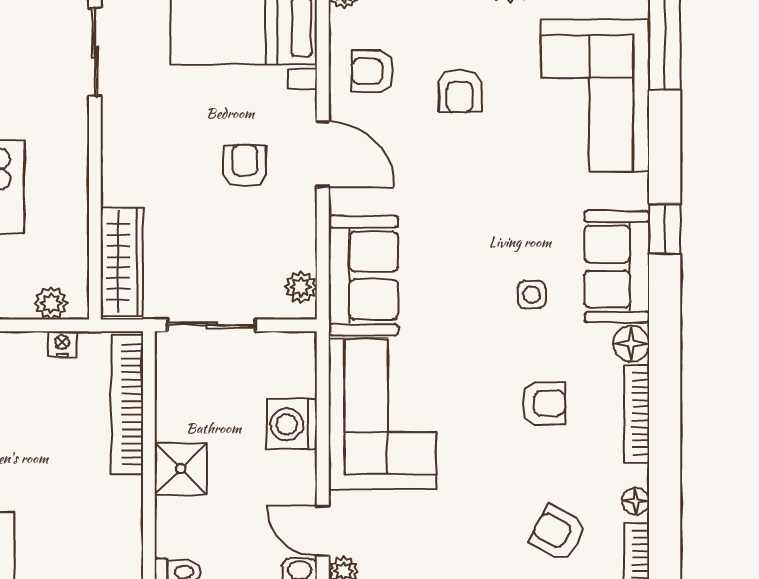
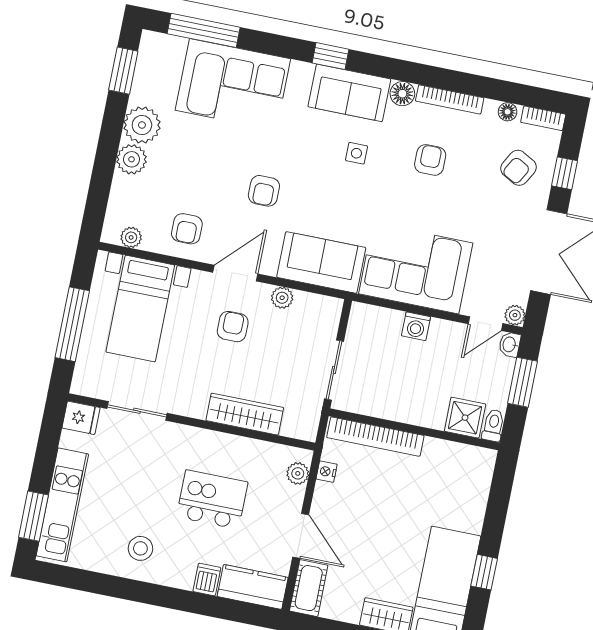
armchair: (460, 91) -> (264, 191), moved, turned 90
armchair: (245, 166) -> (233, 327), turned 90
wardrobe: (122, 262) -> (245, 414), moved
plant: (301, 287) -> (282, 298), moved
washing machine: (292, 424) -> (416, 326), width x0.73, depth x0.73
shower: (181, 469) -> (465, 418), moved

